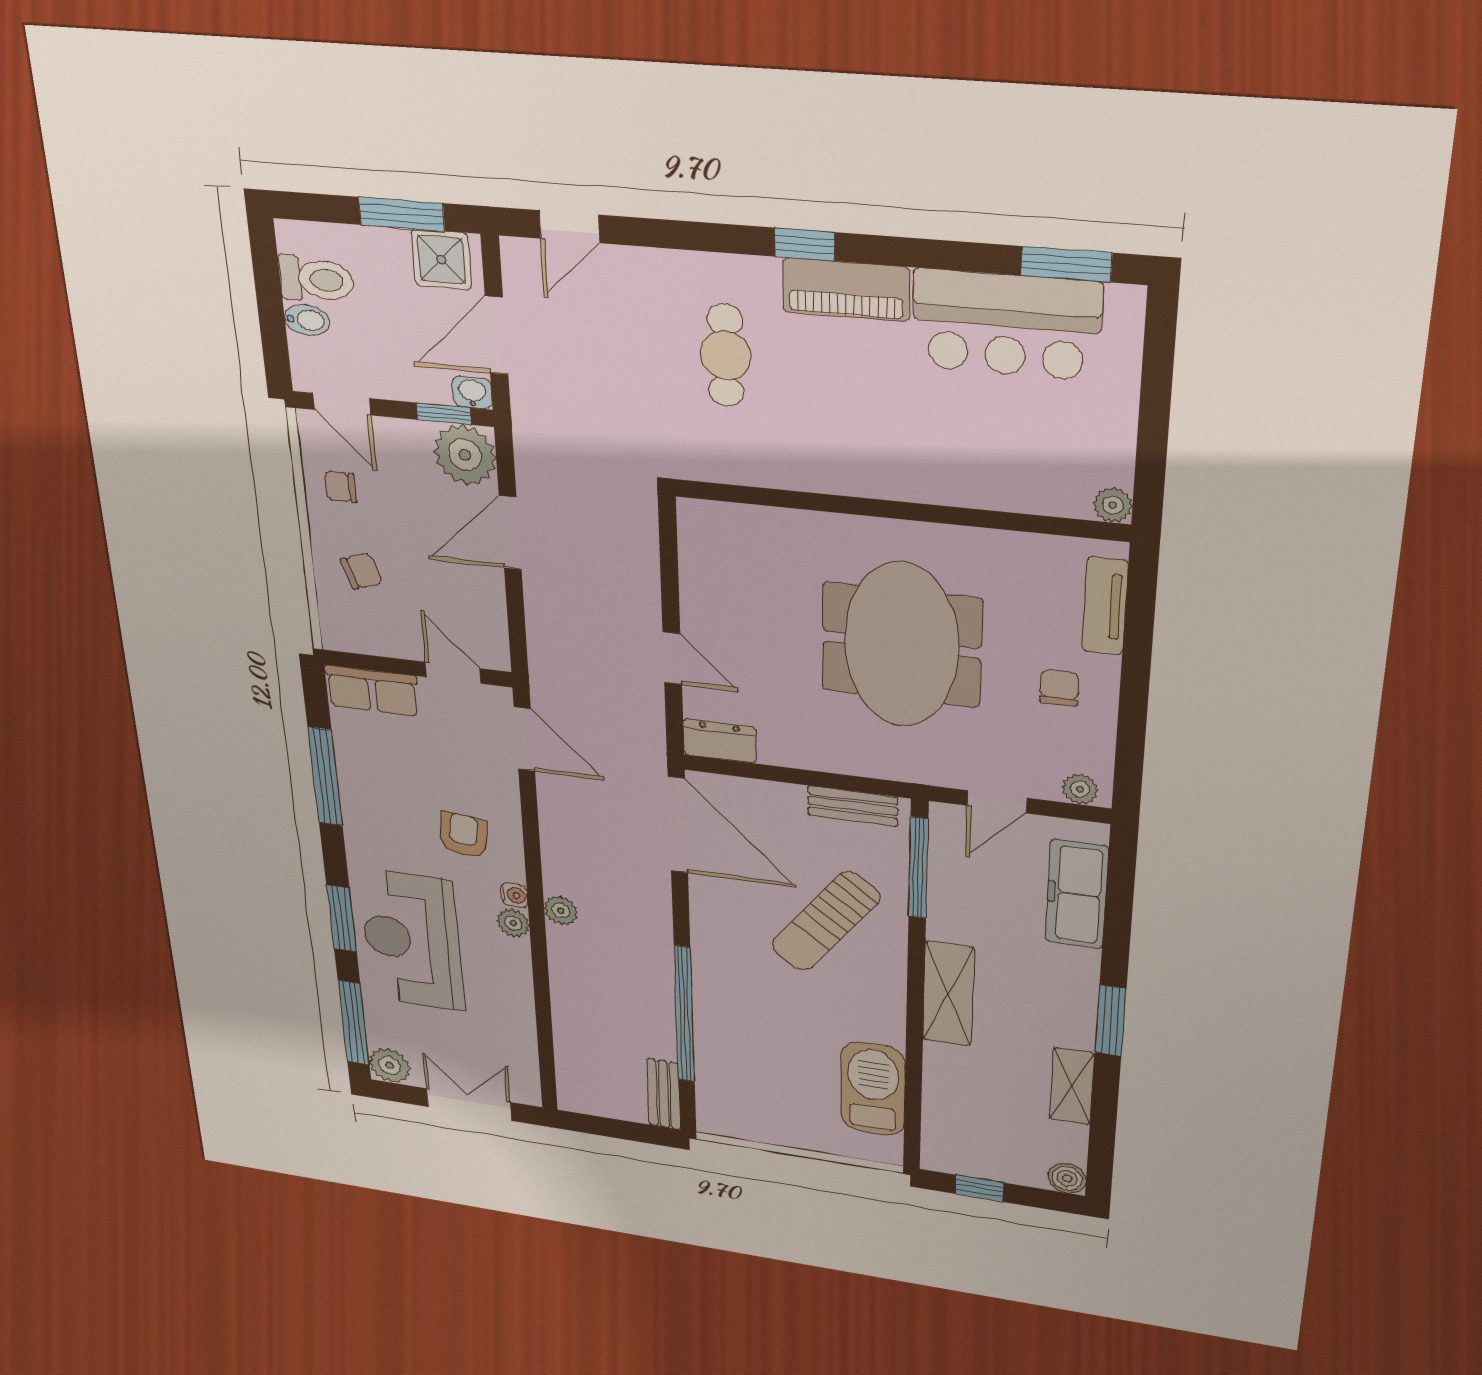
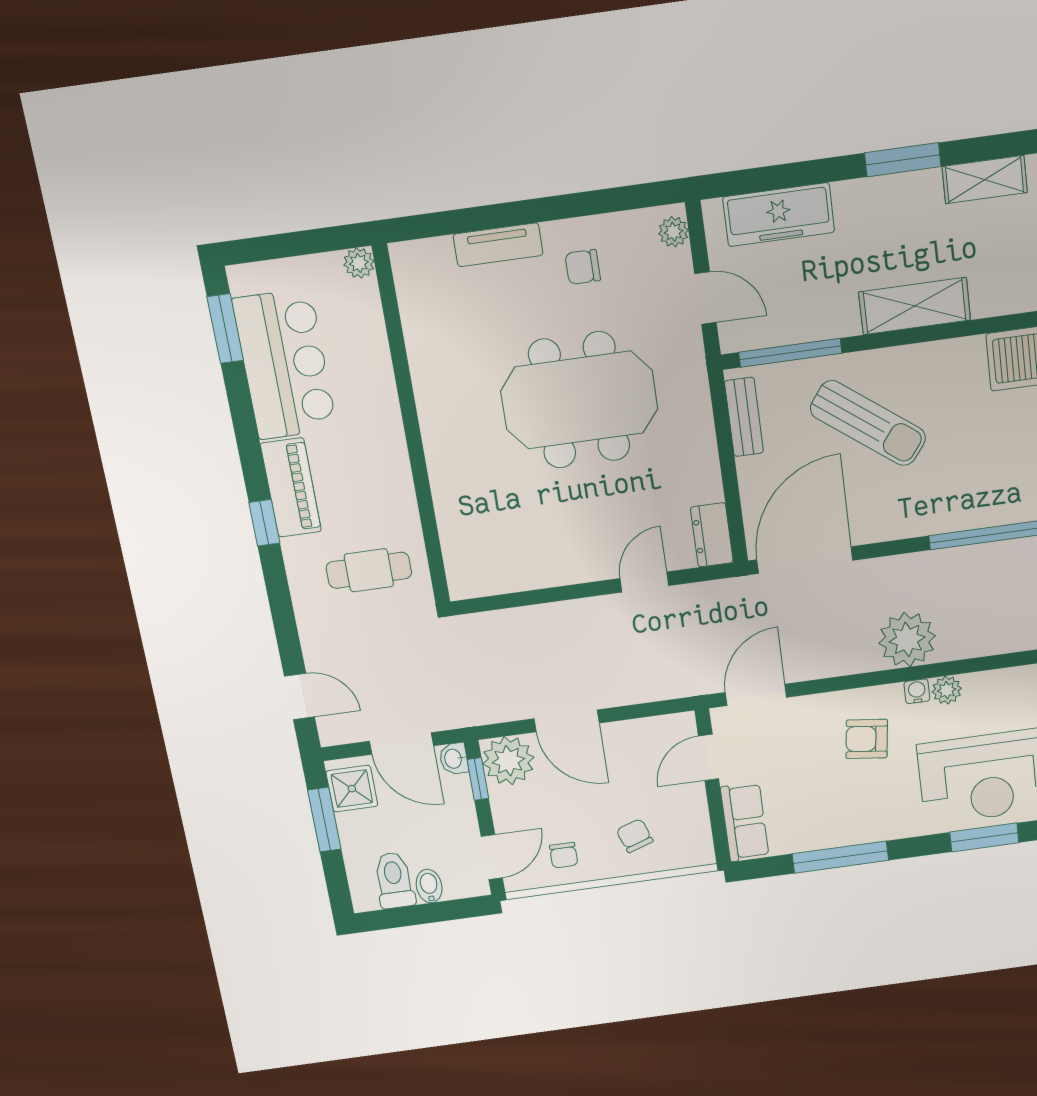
plant: (1113, 505) -> (359, 263), moved
wall: (898, 510) -> (412, 428), moved
plant: (561, 911) -> (907, 640), width x1.88, depth x1.88

